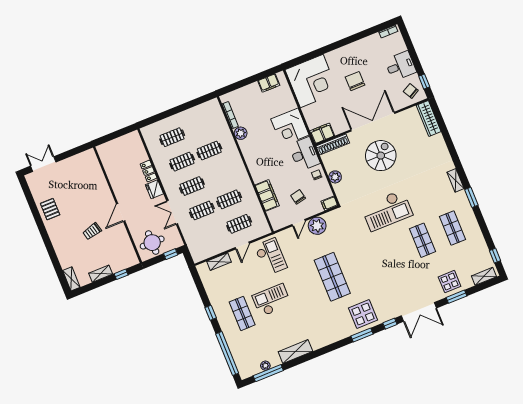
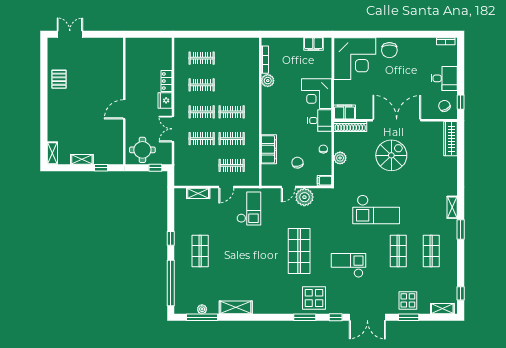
chair: (355, 81) -> (389, 50), moved, turned 180
clothes rail: (209, 151) -> (232, 112), moved
desk: (304, 154) -> (320, 121), width x0.73
trolley: (92, 231) -> (90, 116), removed
checkout: (272, 300) -> (349, 265), moved

